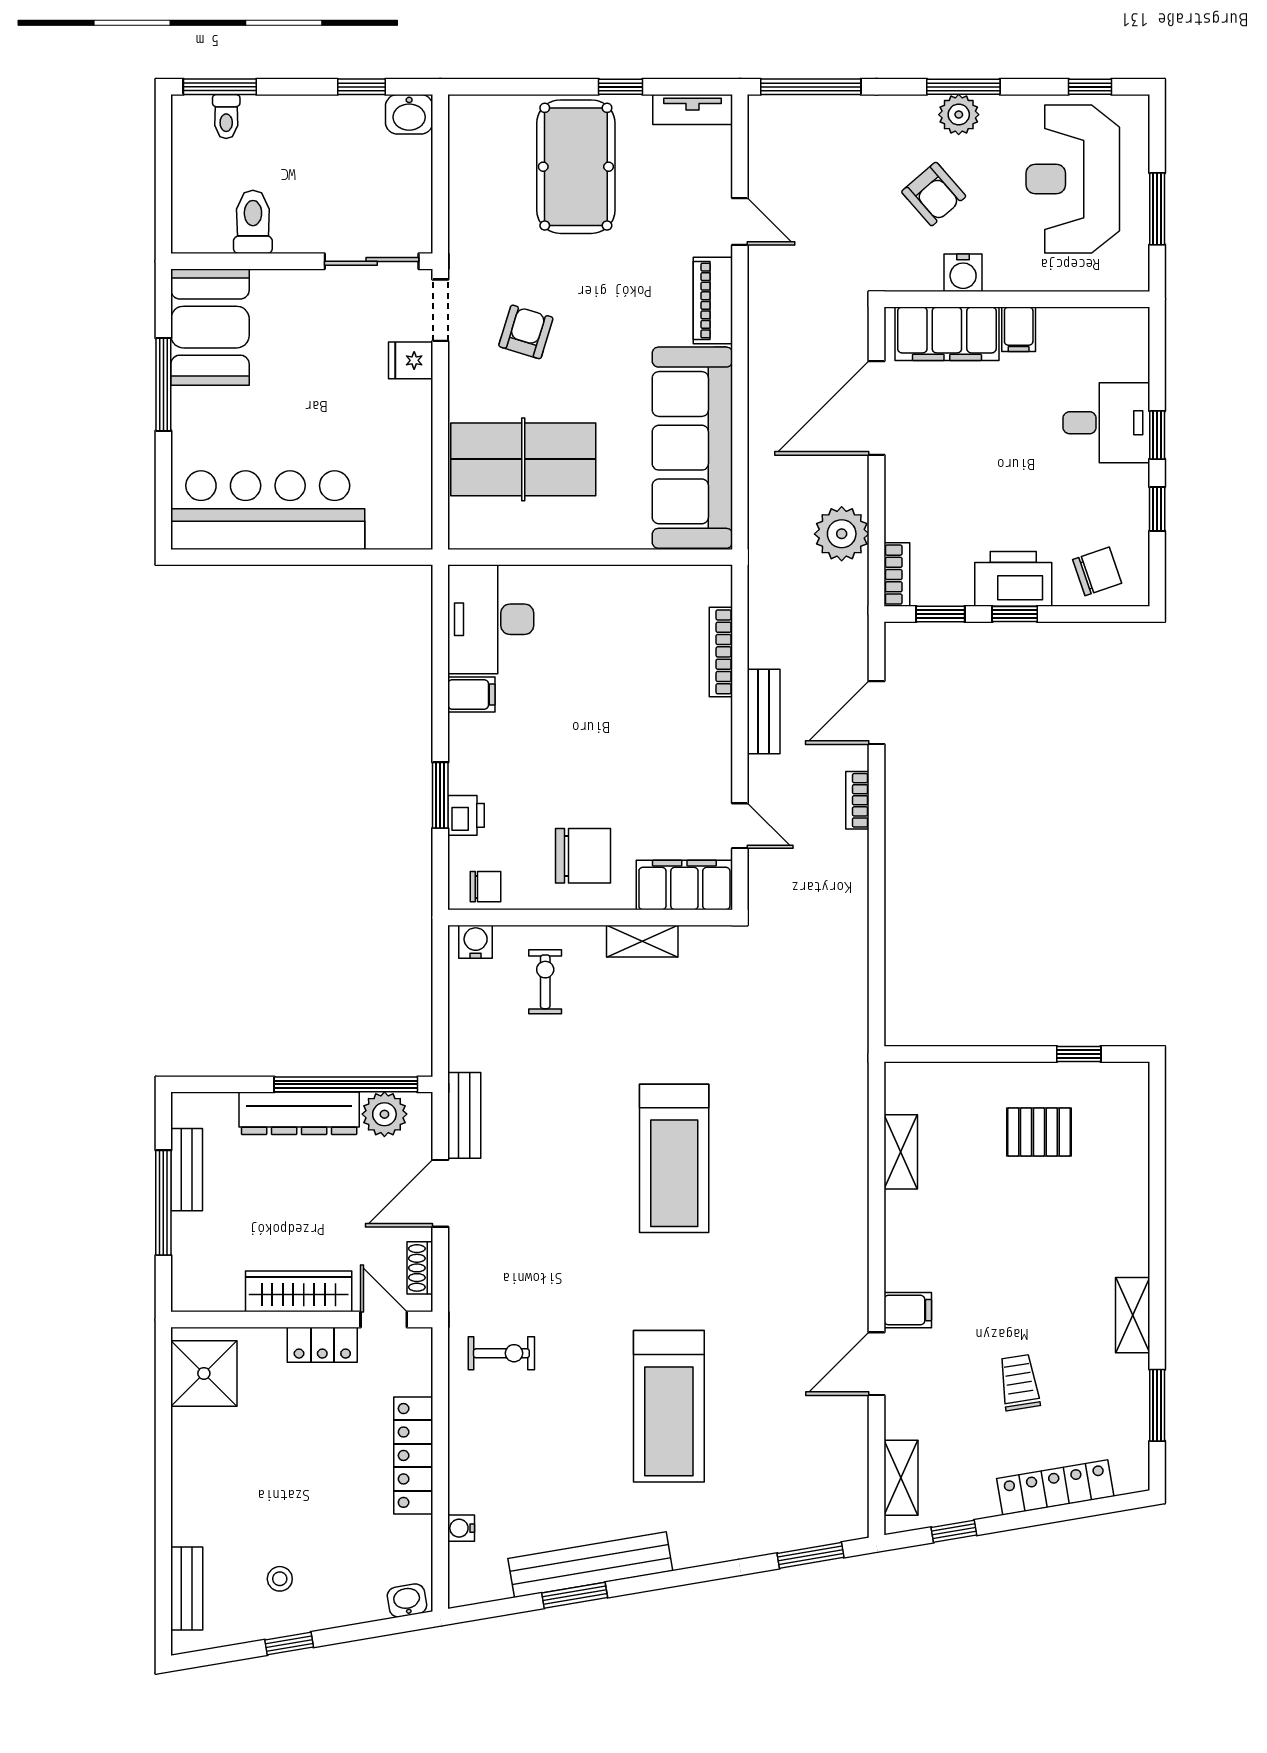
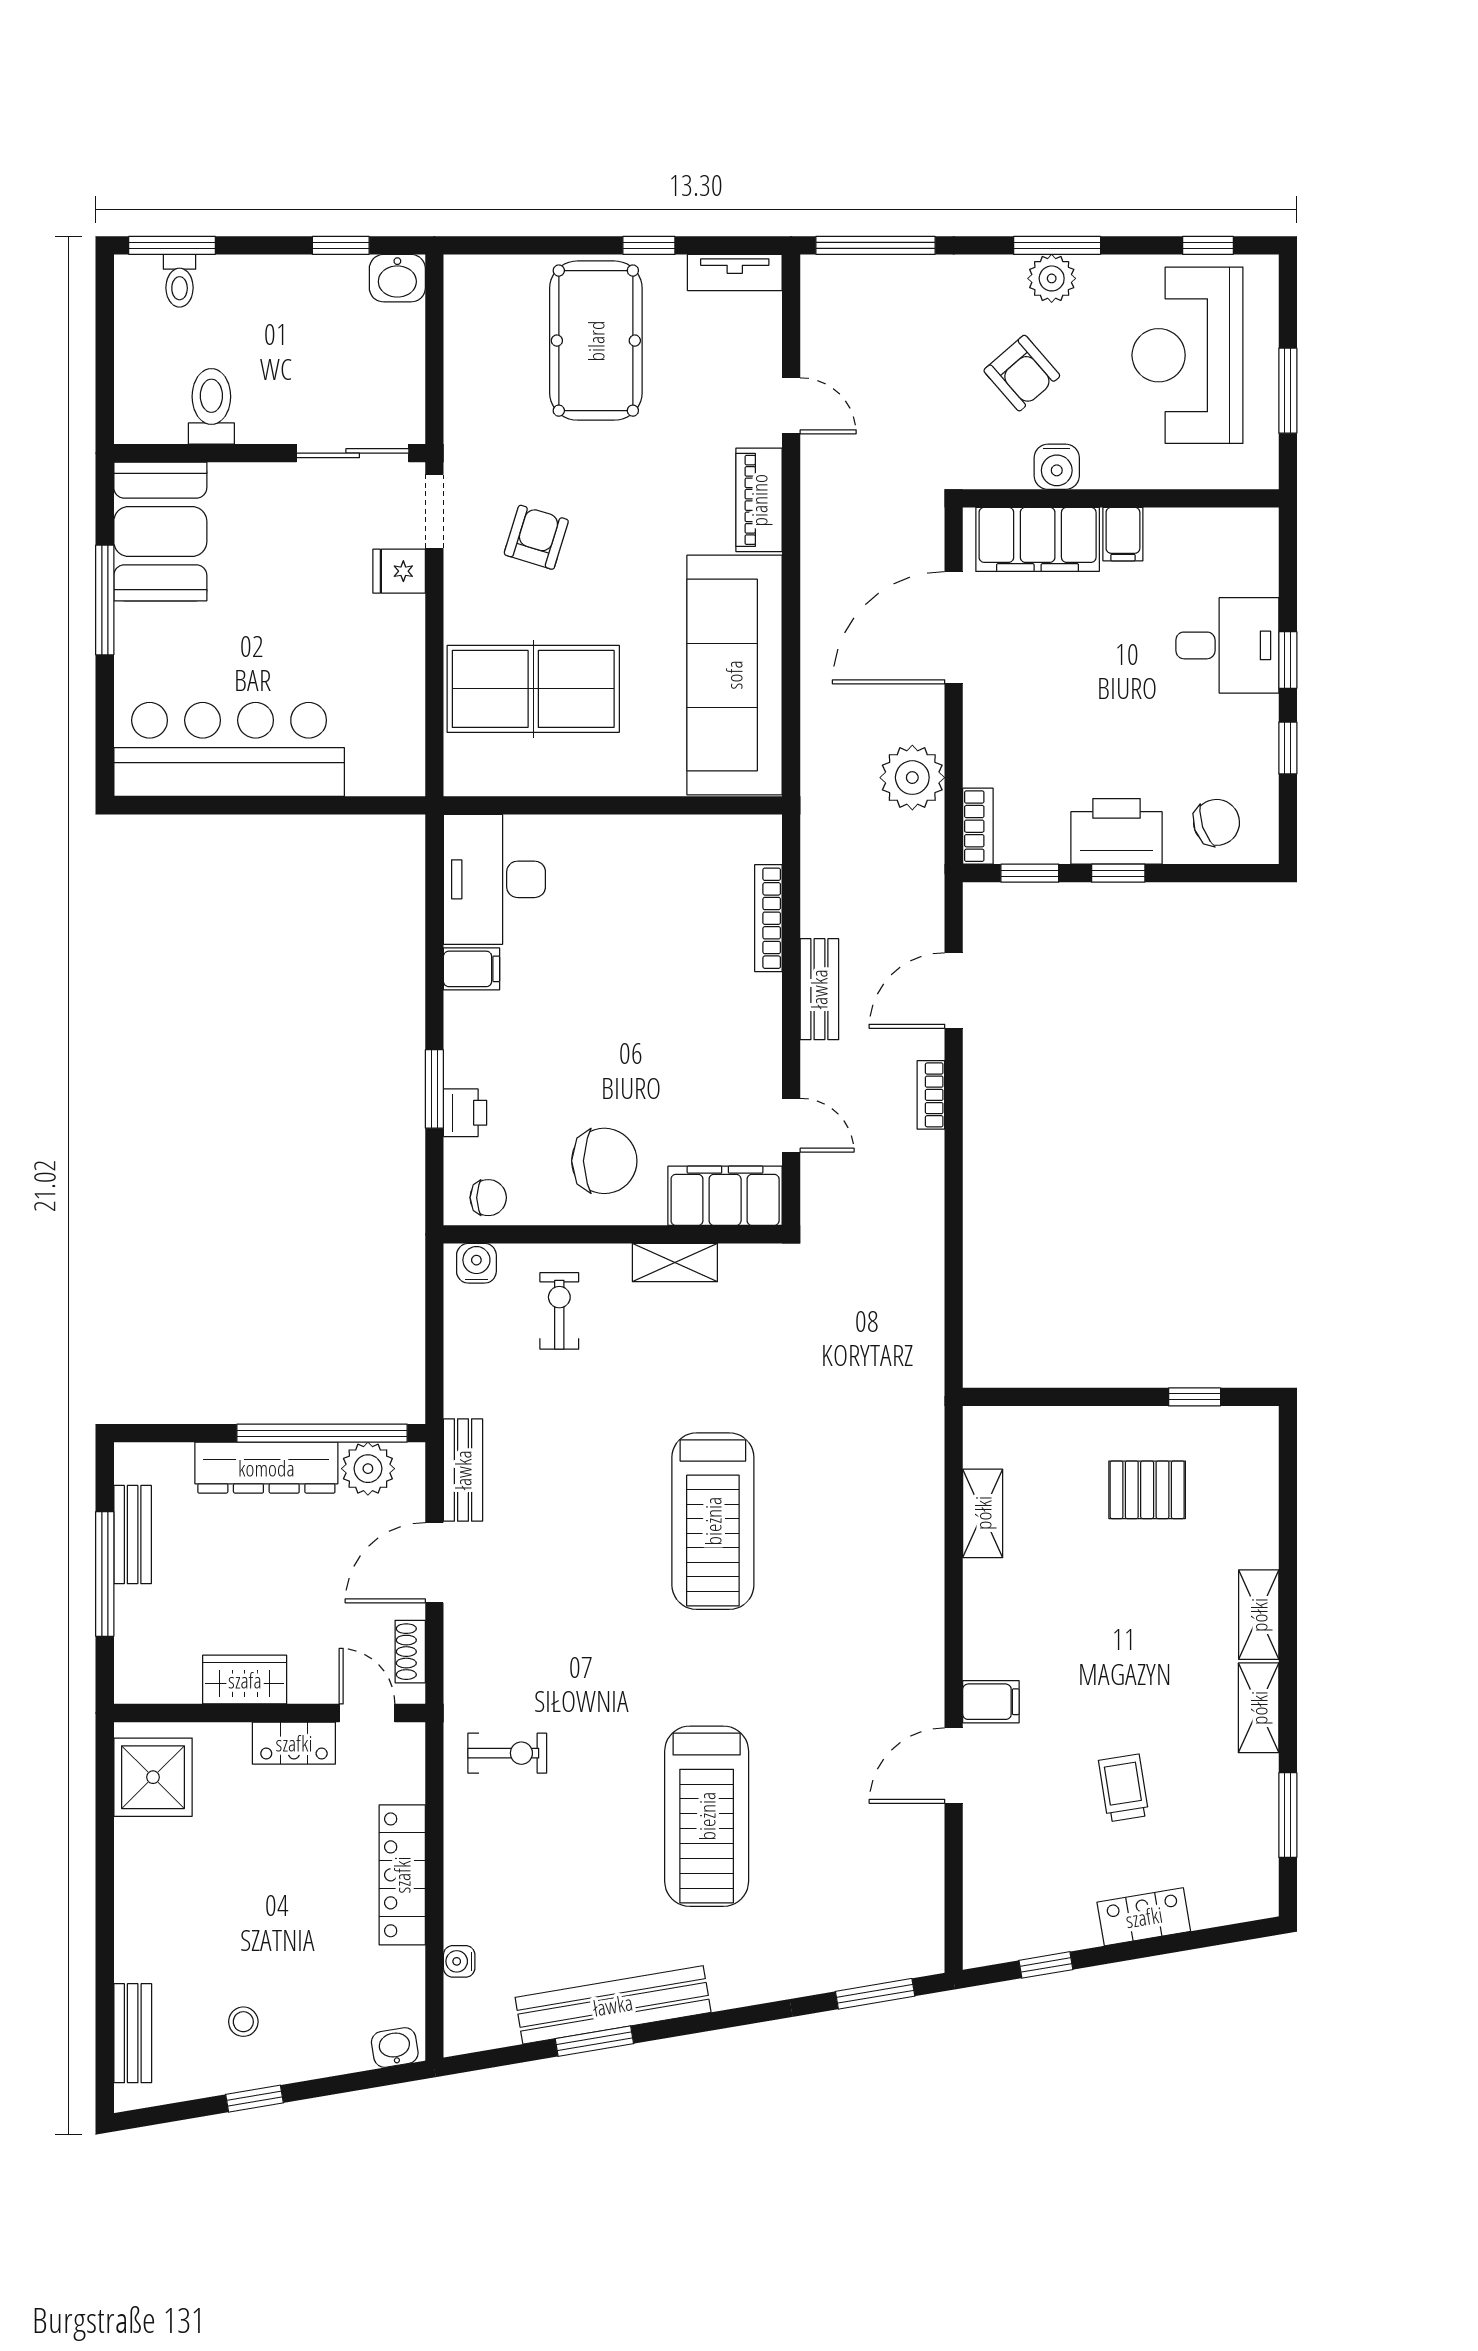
wardrobe: (299, 1291) -> (245, 1680), width x0.67
shelving: (901, 1478) -> (1259, 1615), moved
locker: (1055, 1487) -> (1144, 1917), width x0.66

